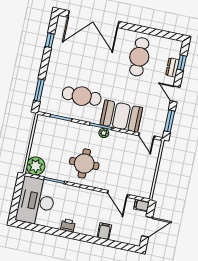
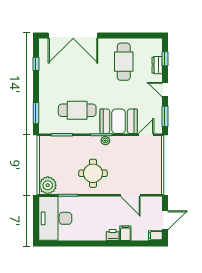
door: (146, 136) -> (146, 135), swing flipped
filing cabinet: (142, 205) -> (155, 236), moved
printer: (68, 225) -> (113, 235), moved

